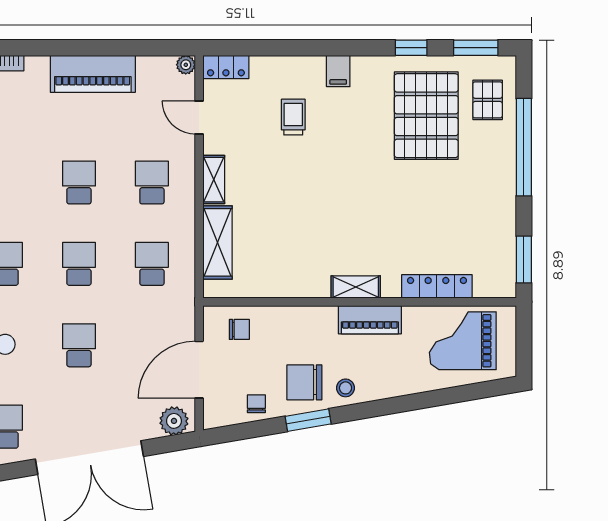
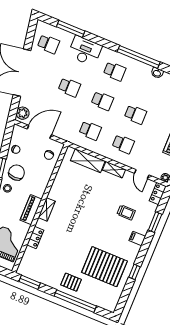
window: (476, 48) -> (155, 222), moved
pallet: (488, 100) -> (71, 282), moved
door: (199, 118) -> (142, 174), swing flipped
locker: (437, 286) -> (35, 238), width x0.66
door: (199, 370) -> (39, 132), hinge flipped

